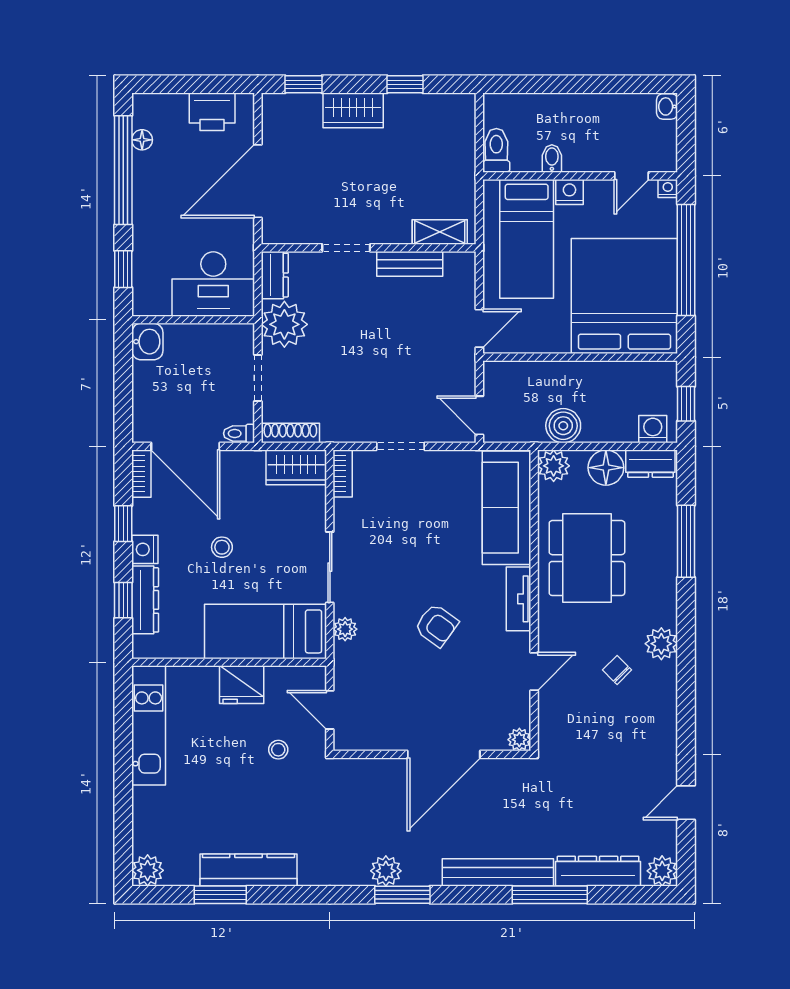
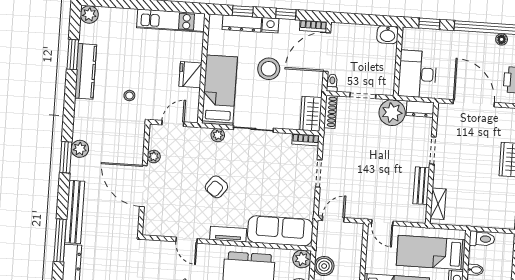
stool: (222, 547) -> (269, 69), width x1.89, depth x1.89
plant: (519, 740) -> (154, 157), moved
stool: (278, 750) -> (129, 96), moved

